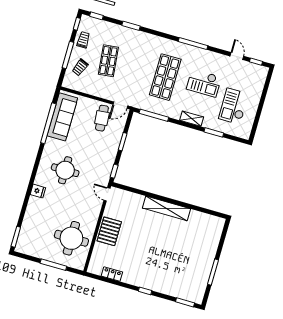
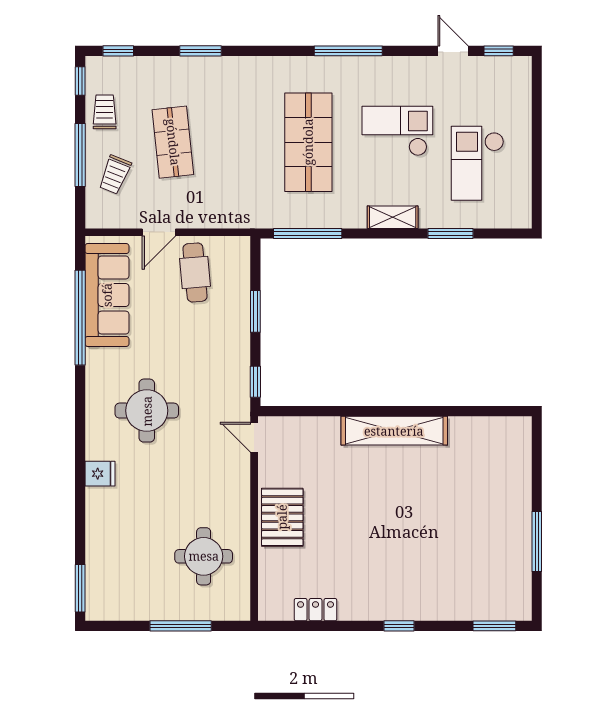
checkout: (204, 83) -> (397, 131), turned 180
door: (120, 105) -> (159, 232), moved
round table: (71, 238) -> (204, 556), width x0.73, depth x0.73

